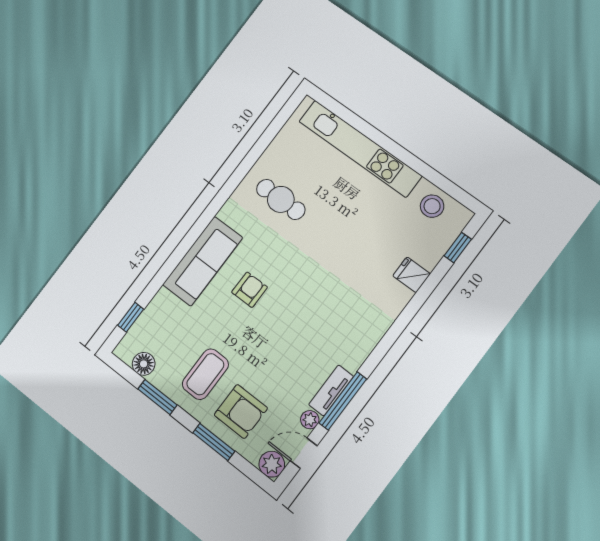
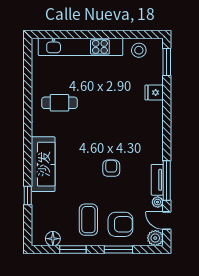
window: (458, 248) -> (167, 62), width x1.50
armchair: (250, 290) -> (111, 168), moved
window: (131, 317) -> (28, 195), moved
door: (304, 453) -> (167, 221), hinge flipped

